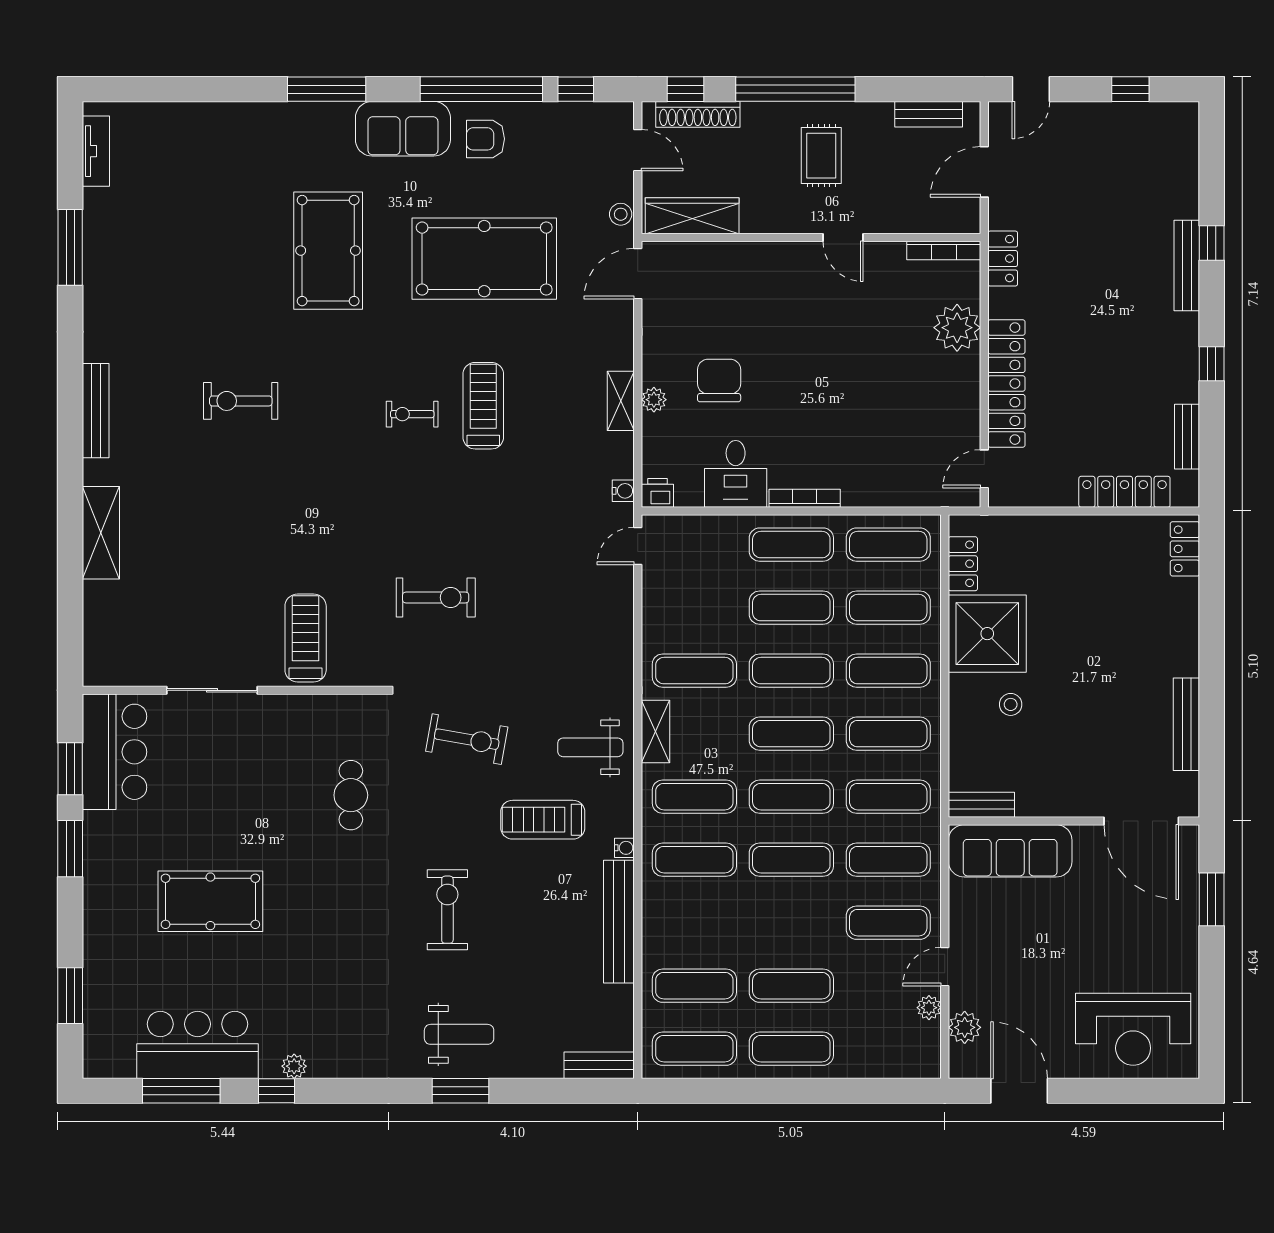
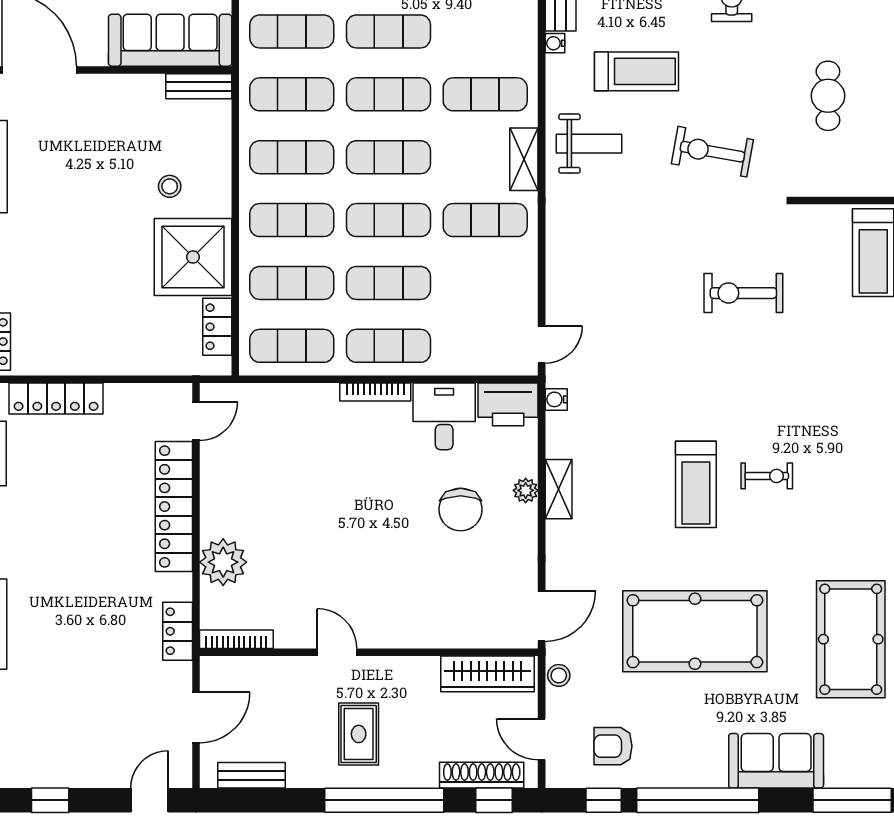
armchair: (485, 139) -> (613, 746), moved, turned 180
printer: (657, 493) -> (508, 404), width x1.87, depth x1.48
exercise mat: (694, 860) -> (485, 31), removed

